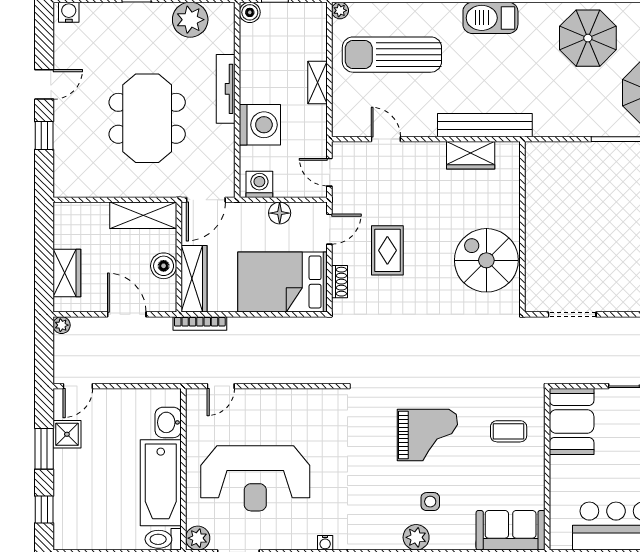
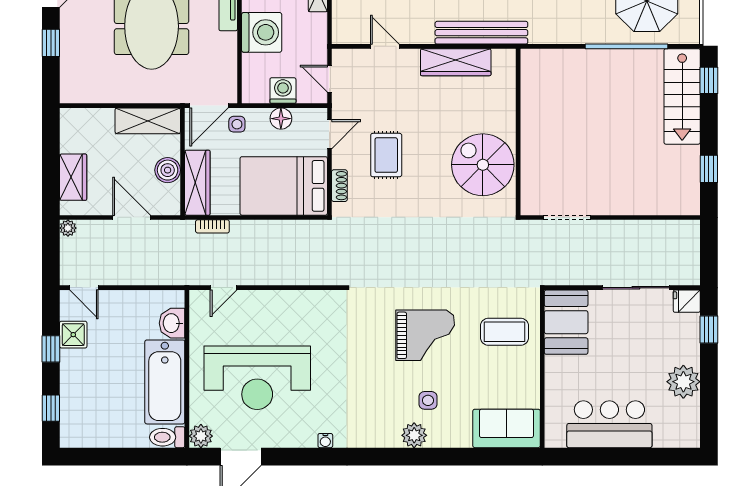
wardrobe: (471, 155) -> (456, 62), width x1.50
washing machine: (259, 184) -> (283, 90), moved
side table: (235, 219) -> (237, 124), added
bookcase: (200, 323) -> (212, 226), width x0.64
door: (78, 386) -> (84, 288), hinge flipped
coffee table: (509, 431) -> (505, 332), width x1.36, depth x1.30
window: (44, 449) -> (51, 349), width x0.67

